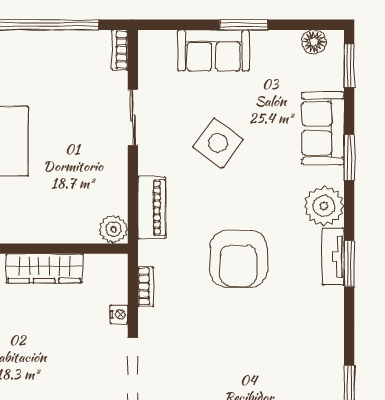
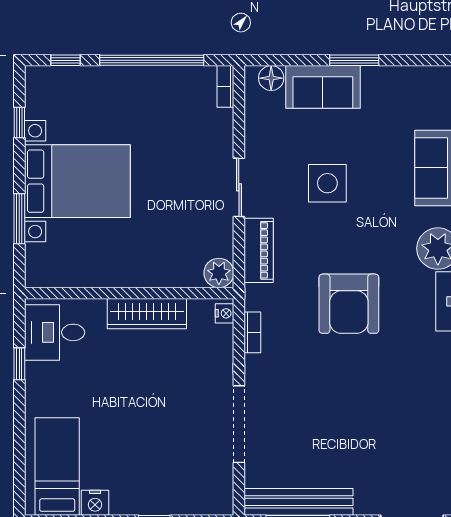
floor lamp: (314, 42) -> (271, 78), moved
sliding door: (133, 117) -> (239, 187), moved
side table: (218, 143) -> (327, 183), turned -36
nightstand: (119, 314) -> (225, 313), moved

